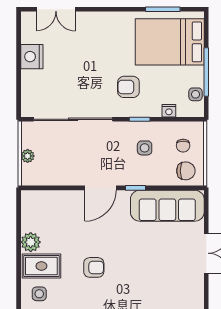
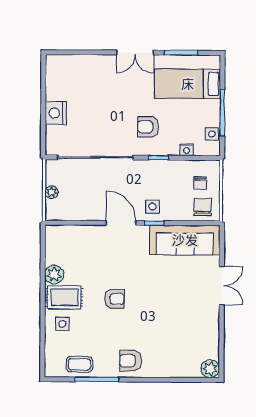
double door: (56, 9) -> (135, 53), moved
bed: (170, 42) -> (188, 84), width x0.67
nightstand: (32, 57) -> (56, 113), moved
side table: (145, 148) -> (152, 207), moved
chair: (186, 171) -> (203, 207), turned -90
door: (100, 188) -> (121, 223), swing flipped

